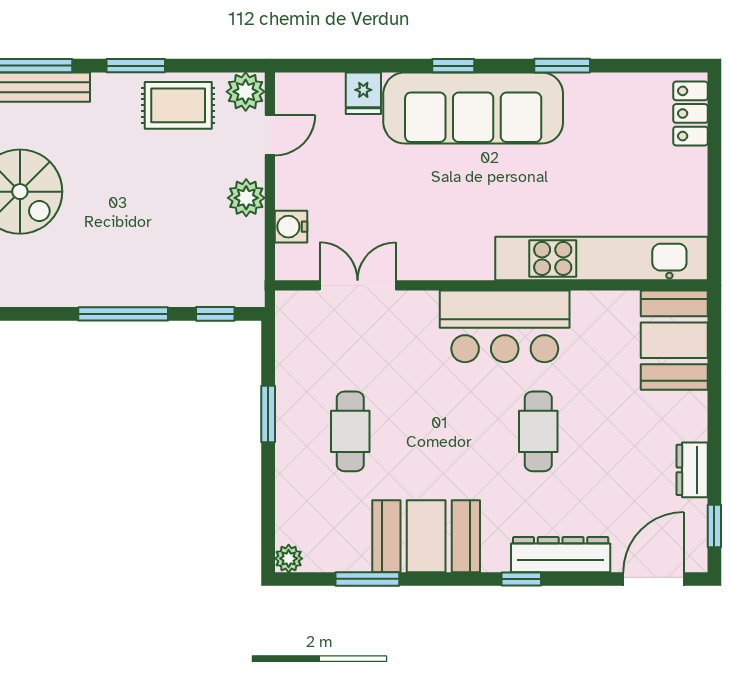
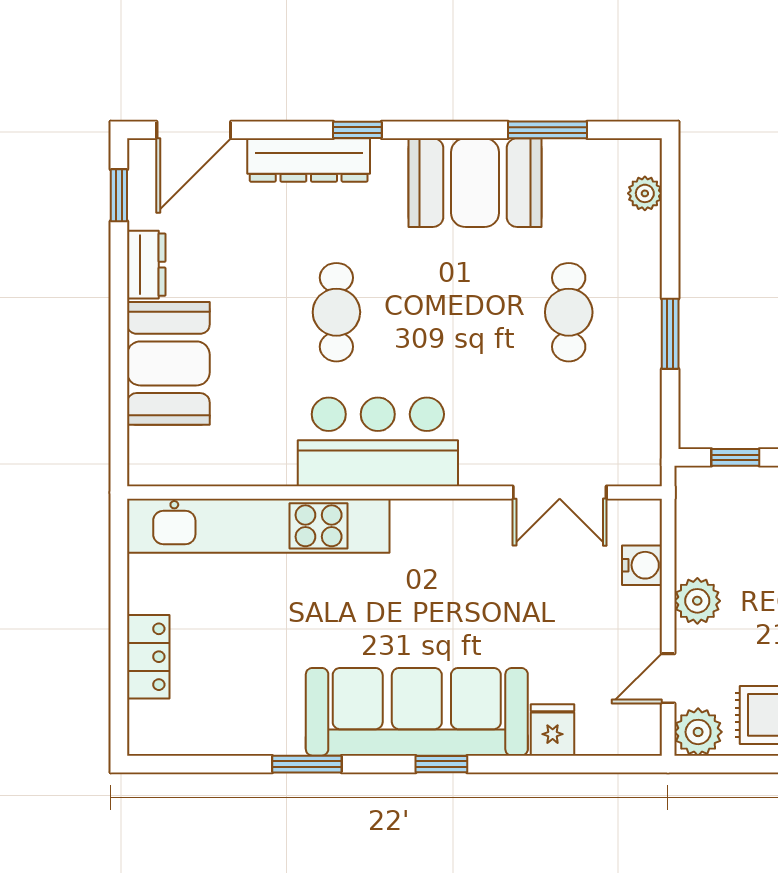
locker: (691, 113) -> (148, 657), moved
booth: (674, 340) -> (168, 363), moved
plant: (289, 558) -> (645, 193), moved

